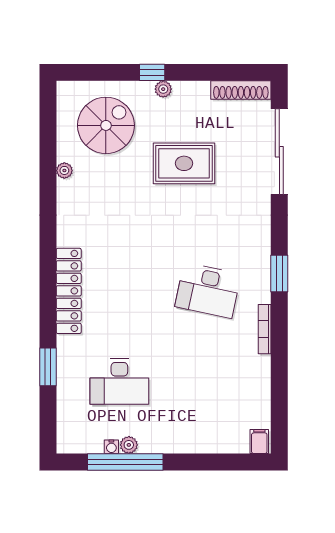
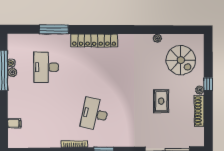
shoe rack: (241, 90) -> (199, 111), moved
rug: (184, 163) -> (161, 101), width x0.73, depth x0.70
window: (48, 367) -> (54, 29), width x1.44
filing cabinet: (259, 442) -> (14, 123), moved

